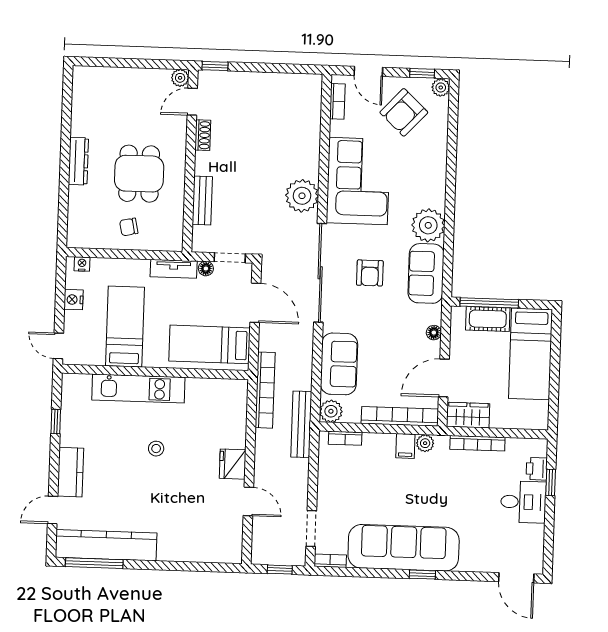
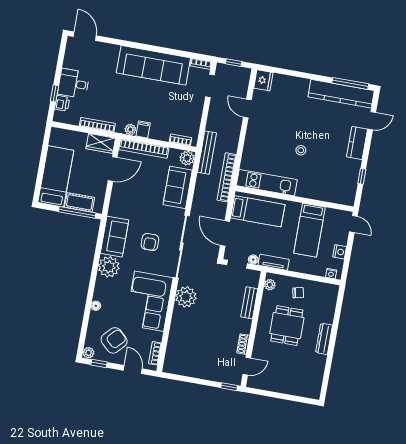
plant: (180, 78) -> (270, 285), moved
armchair: (370, 273) -> (150, 242), turned 180
floor lamp: (434, 333) -> (96, 306), moved
kitchen unit: (138, 389) -> (267, 183), moved
fridge: (233, 464) -> (263, 80), moved
window: (422, 575) -> (144, 47), removed

